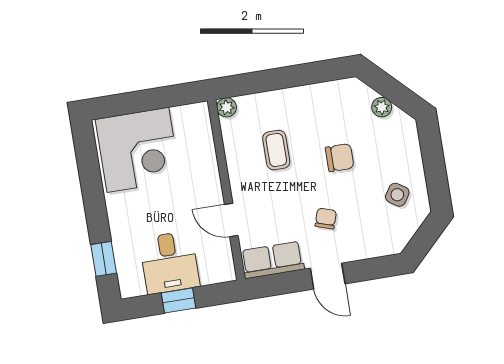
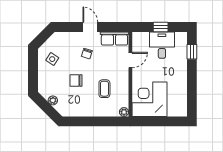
corner desk: (138, 150) -> (149, 99), moved
door: (231, 220) -> (130, 60), hinge flipped

